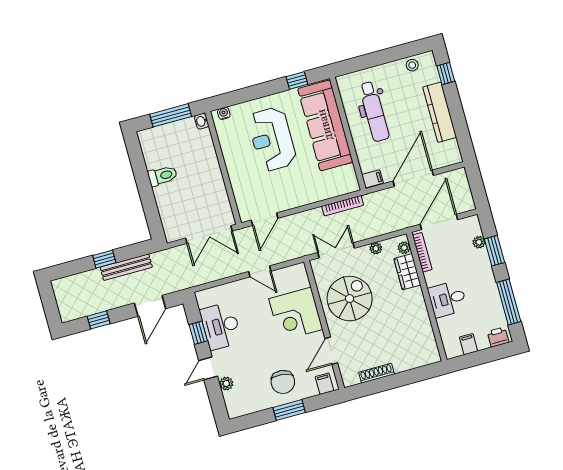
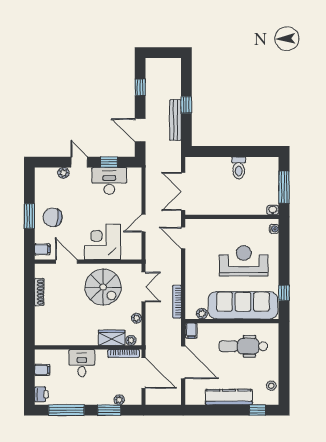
plant: (349, 172) -> (202, 314), added

